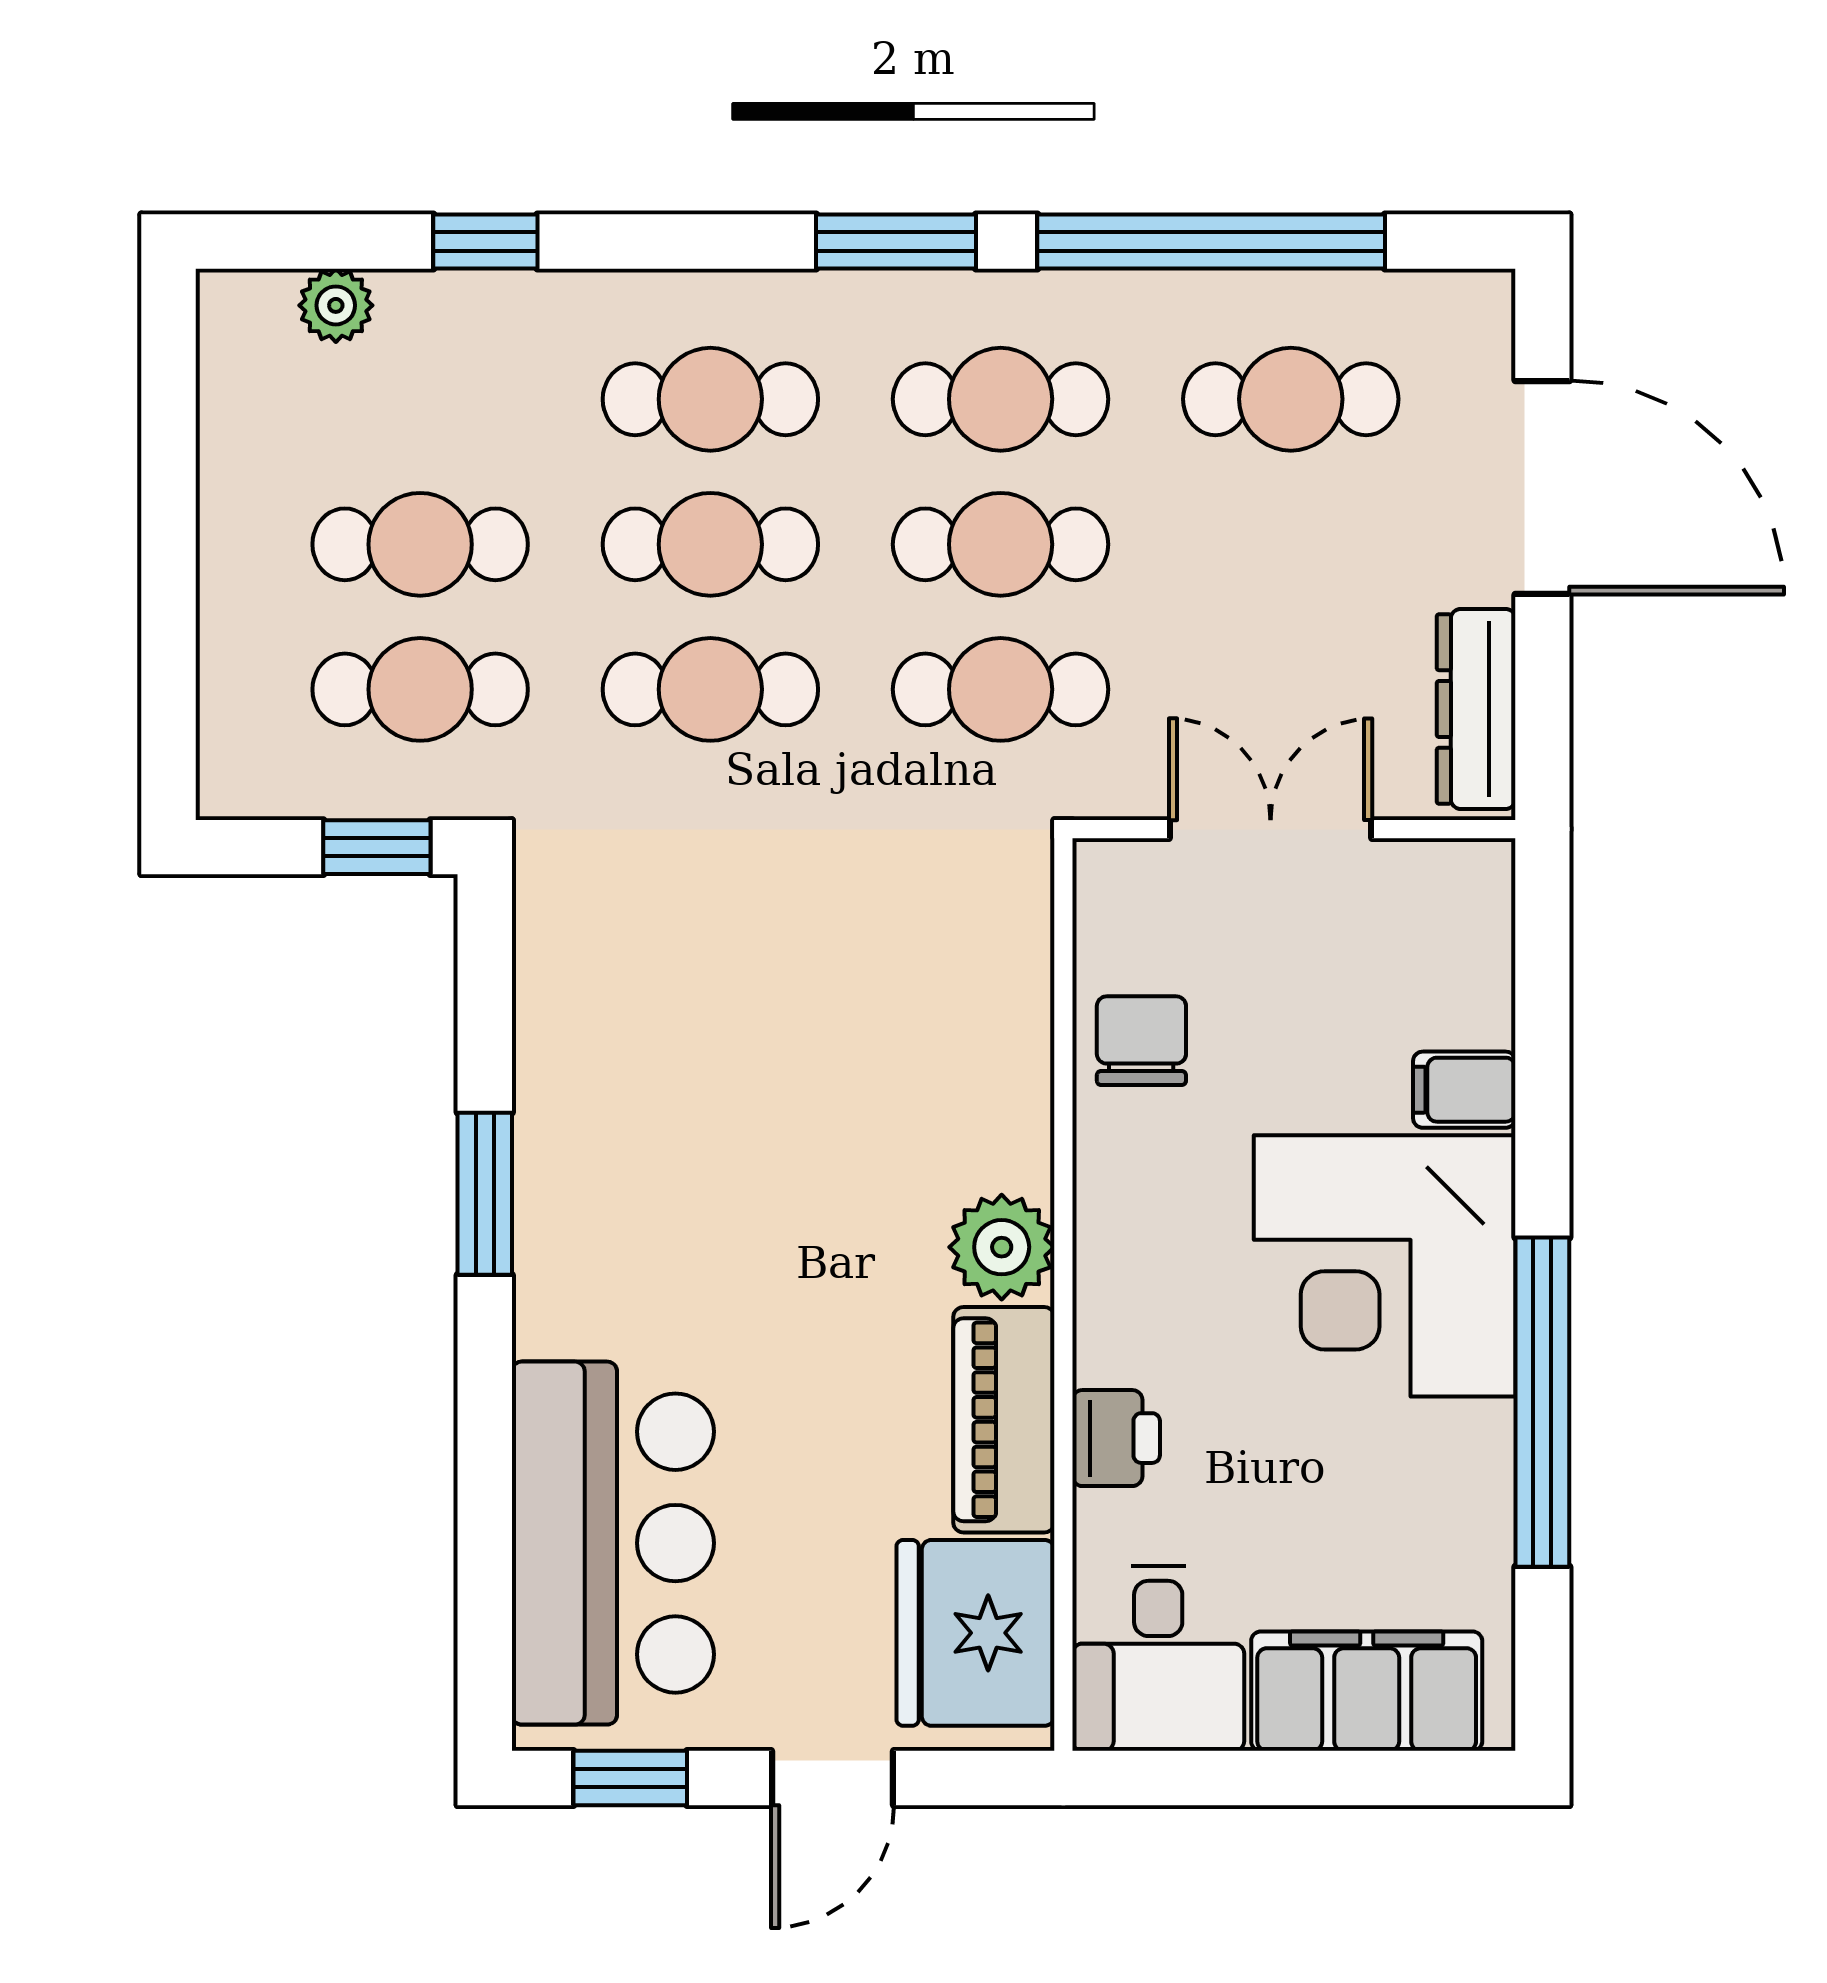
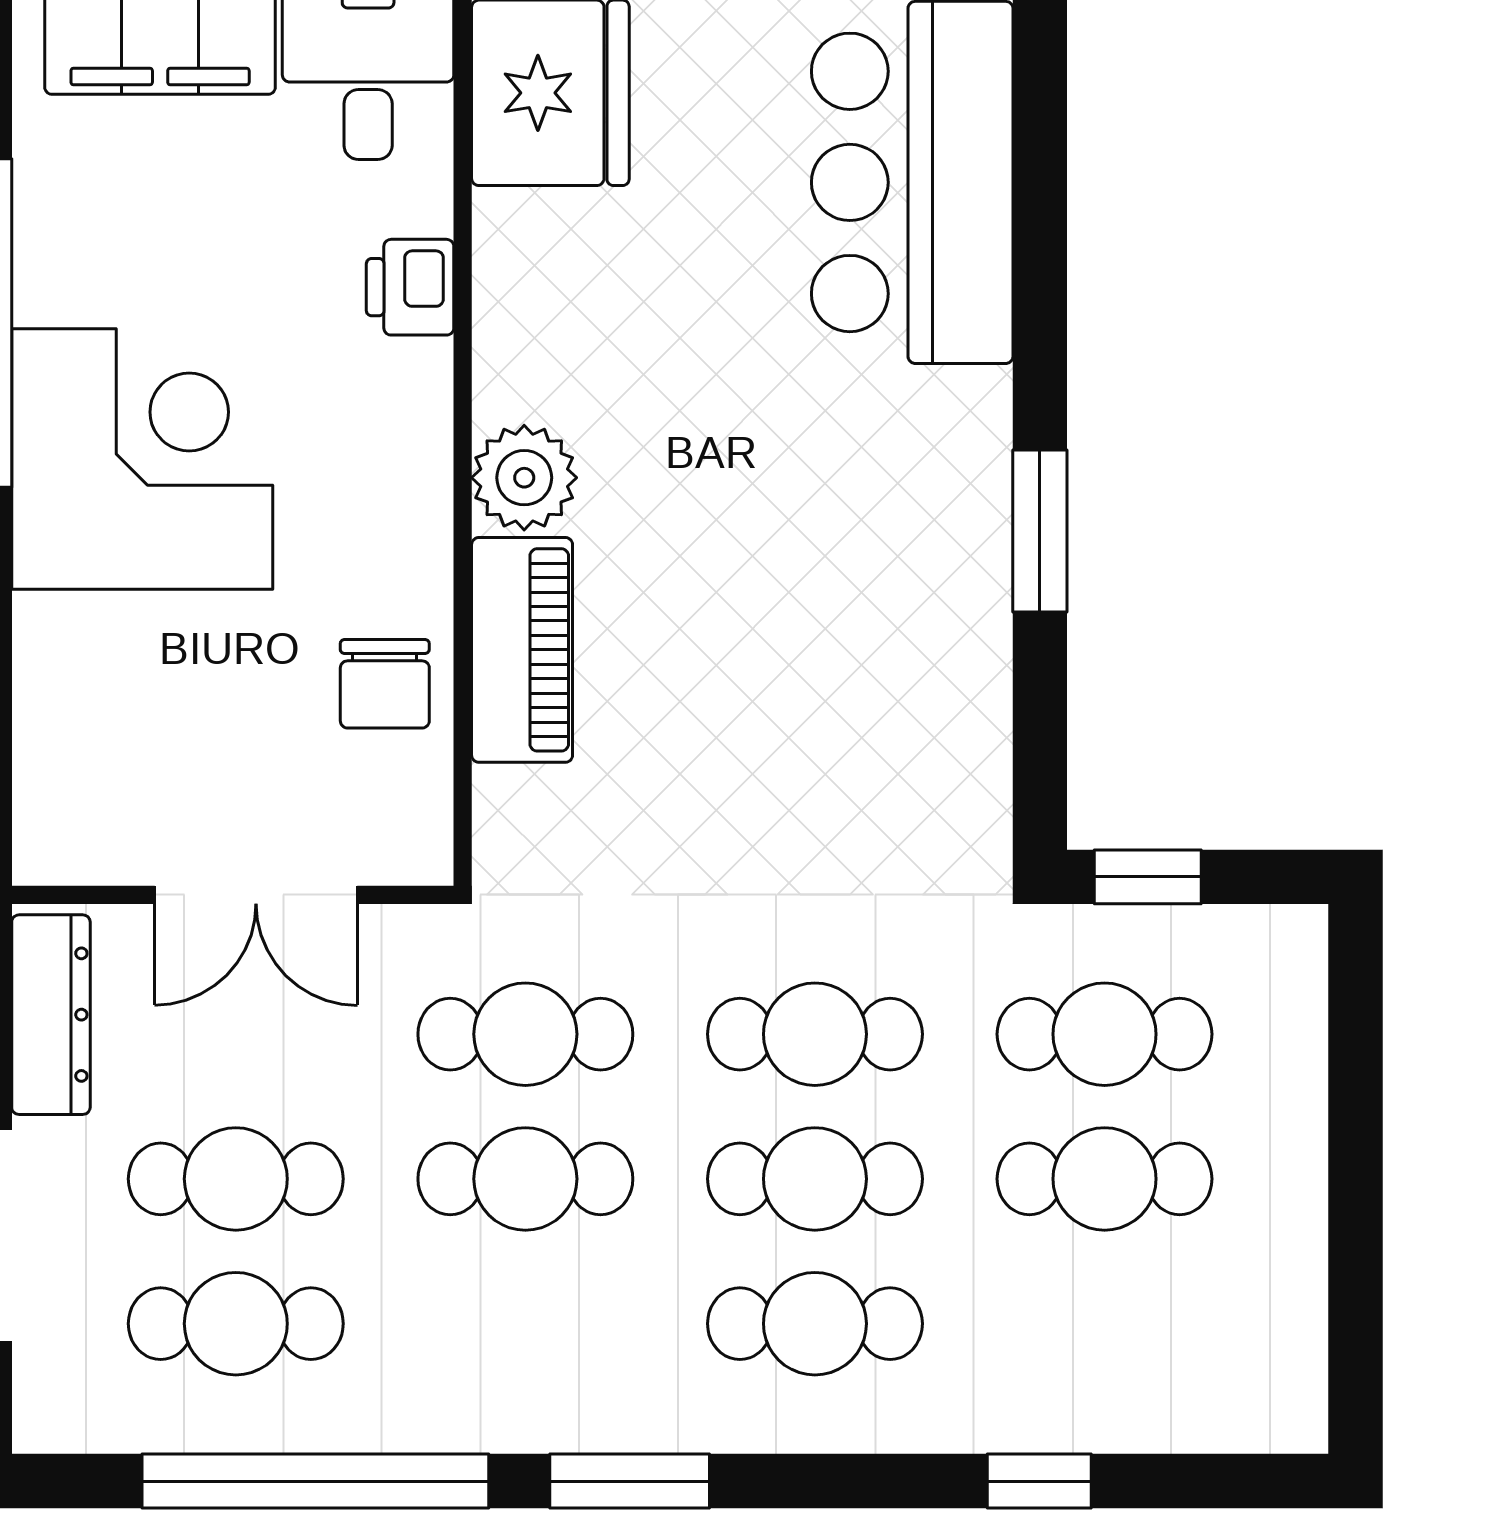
plant: (336, 305) -> (1189, 1417), removed
cafe table: (1001, 399) -> (236, 1179), moved
filing cabinet: (1464, 1090) -> (63, 635), removed
piano: (1004, 1420) -> (522, 650), moved

